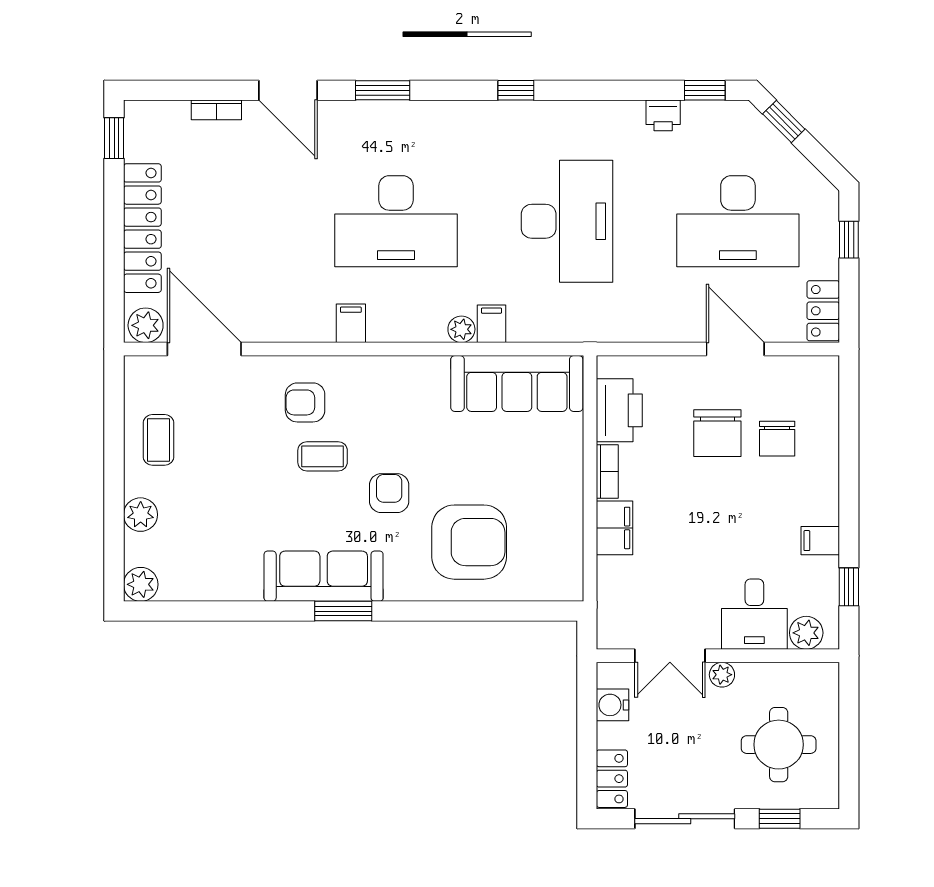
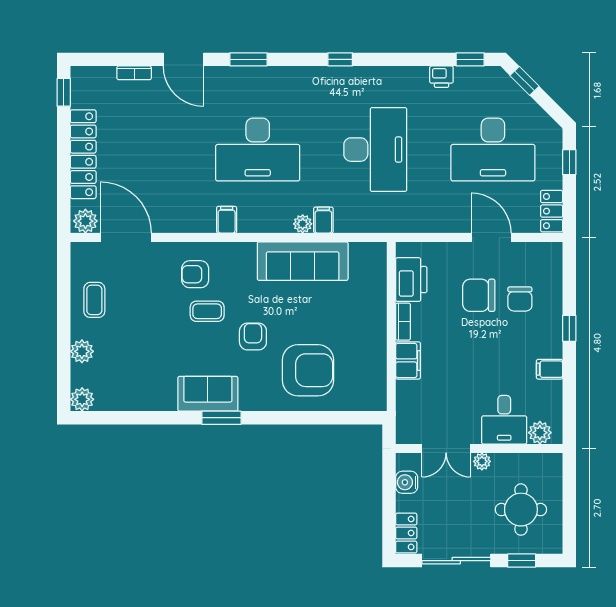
sofa: (517, 383) -> (303, 261), moved
chair: (717, 433) -> (479, 295), turned 90
sofa: (324, 576) -> (208, 394), width x0.73
window: (849, 587) -> (569, 328), moved

